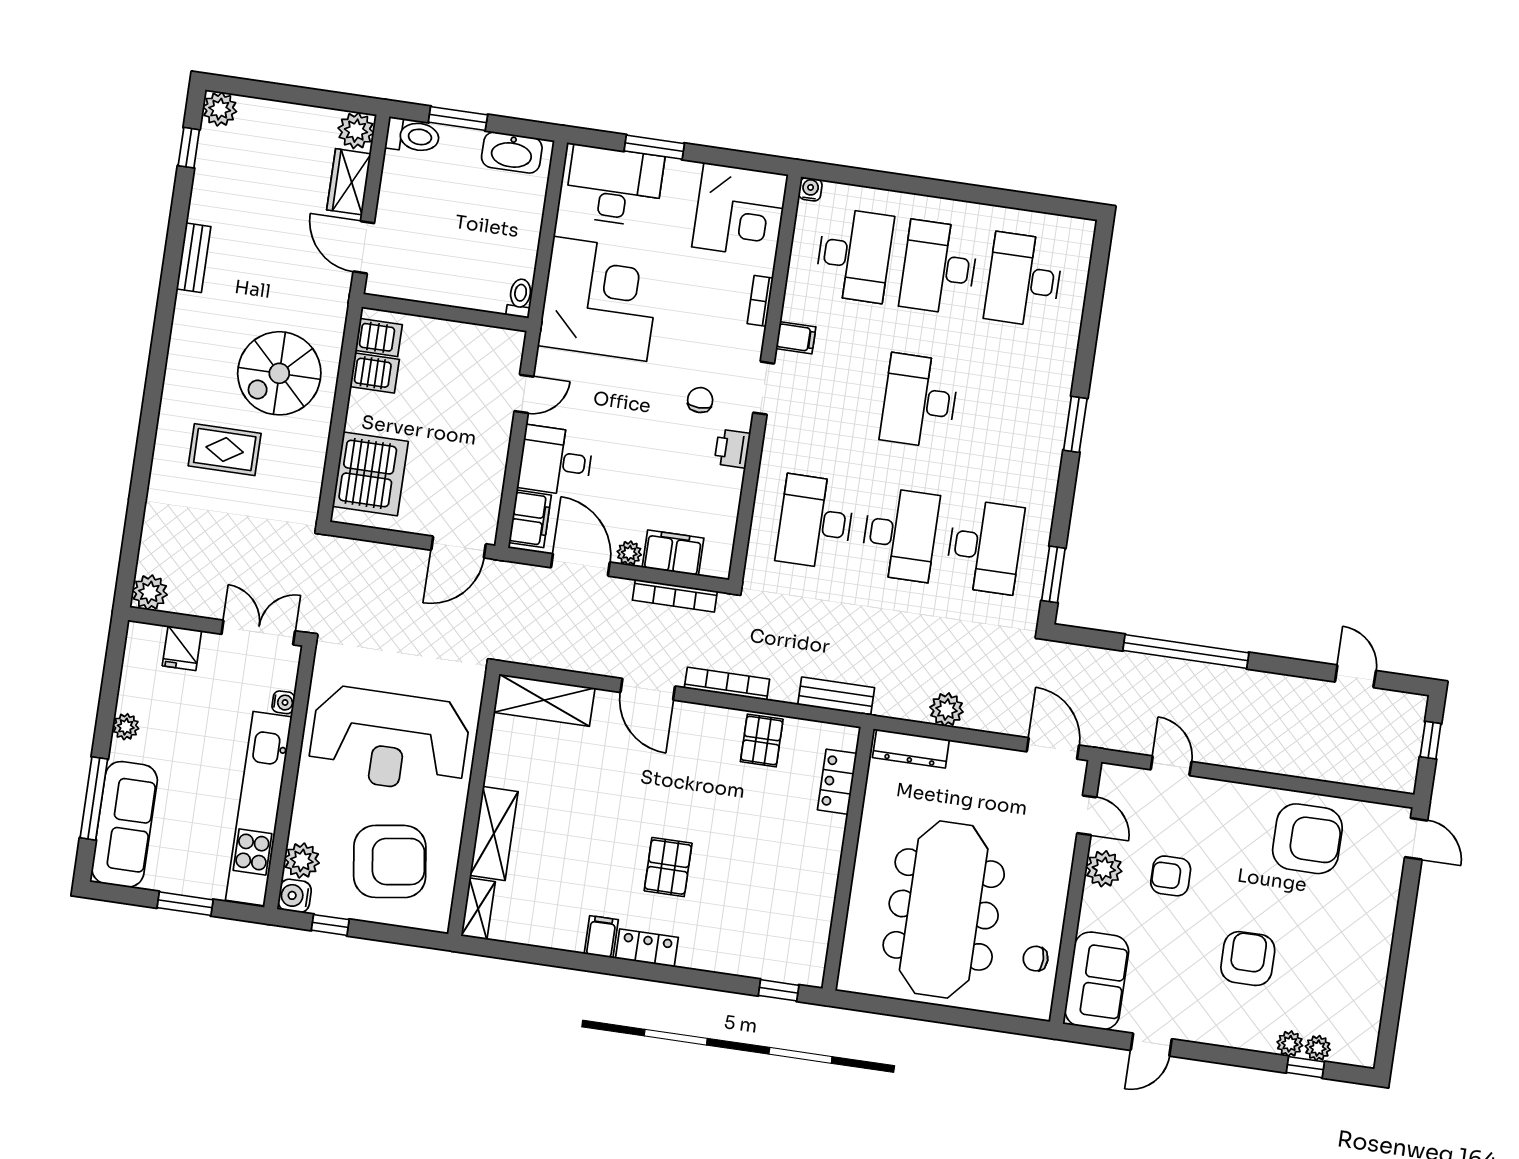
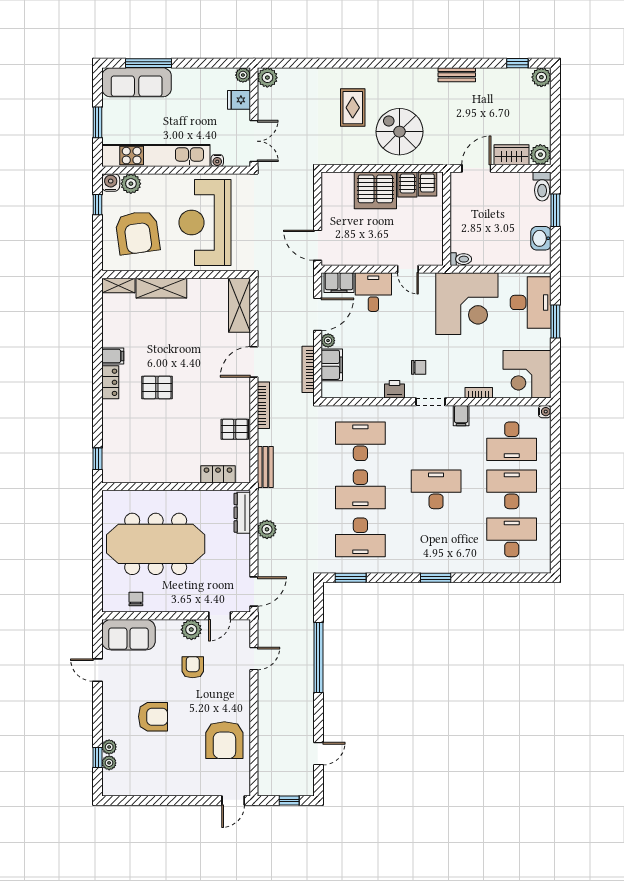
washbasin: (512, 153) -> (541, 238), width x0.72
server rack: (370, 474) -> (375, 190), moved
plant: (126, 727) -> (243, 75), moved

